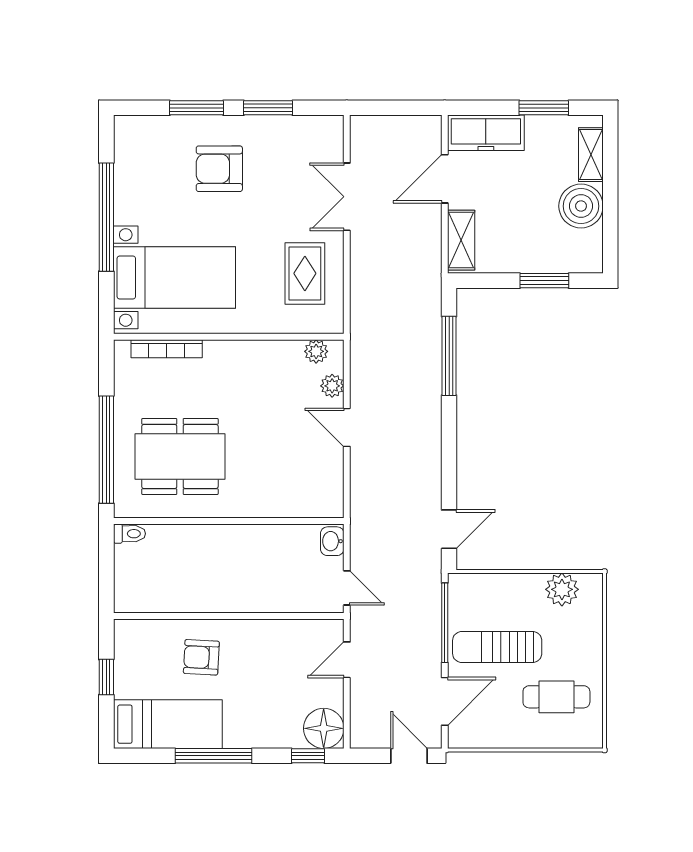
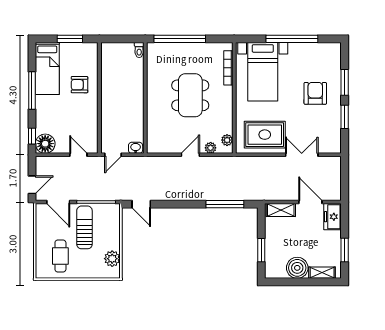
freezer: (486, 133) -> (333, 217), width x0.71
rug: (305, 273) -> (265, 135), width x1.36, depth x1.43
dining table: (180, 456) -> (190, 95), moved
armchair: (201, 657) -> (79, 85), turned -93
window: (106, 677) -> (70, 39), width x1.50

